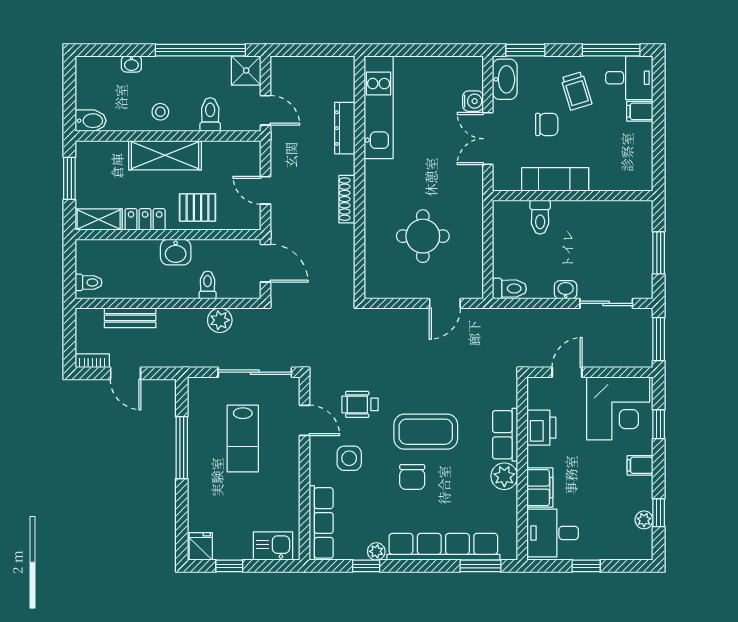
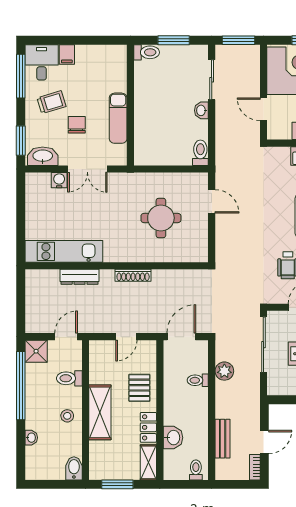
toilet: (540, 217) -> (147, 52), moved
washbasin: (176, 252) -> (173, 438), moved

